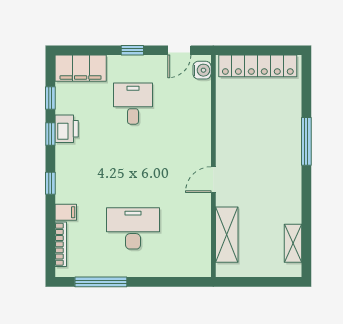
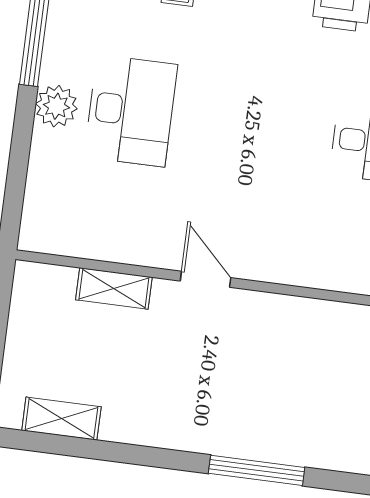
shelving: (227, 235) -> (114, 288), width x0.67, depth x0.75
plant: (136, 266) -> (56, 106), added

